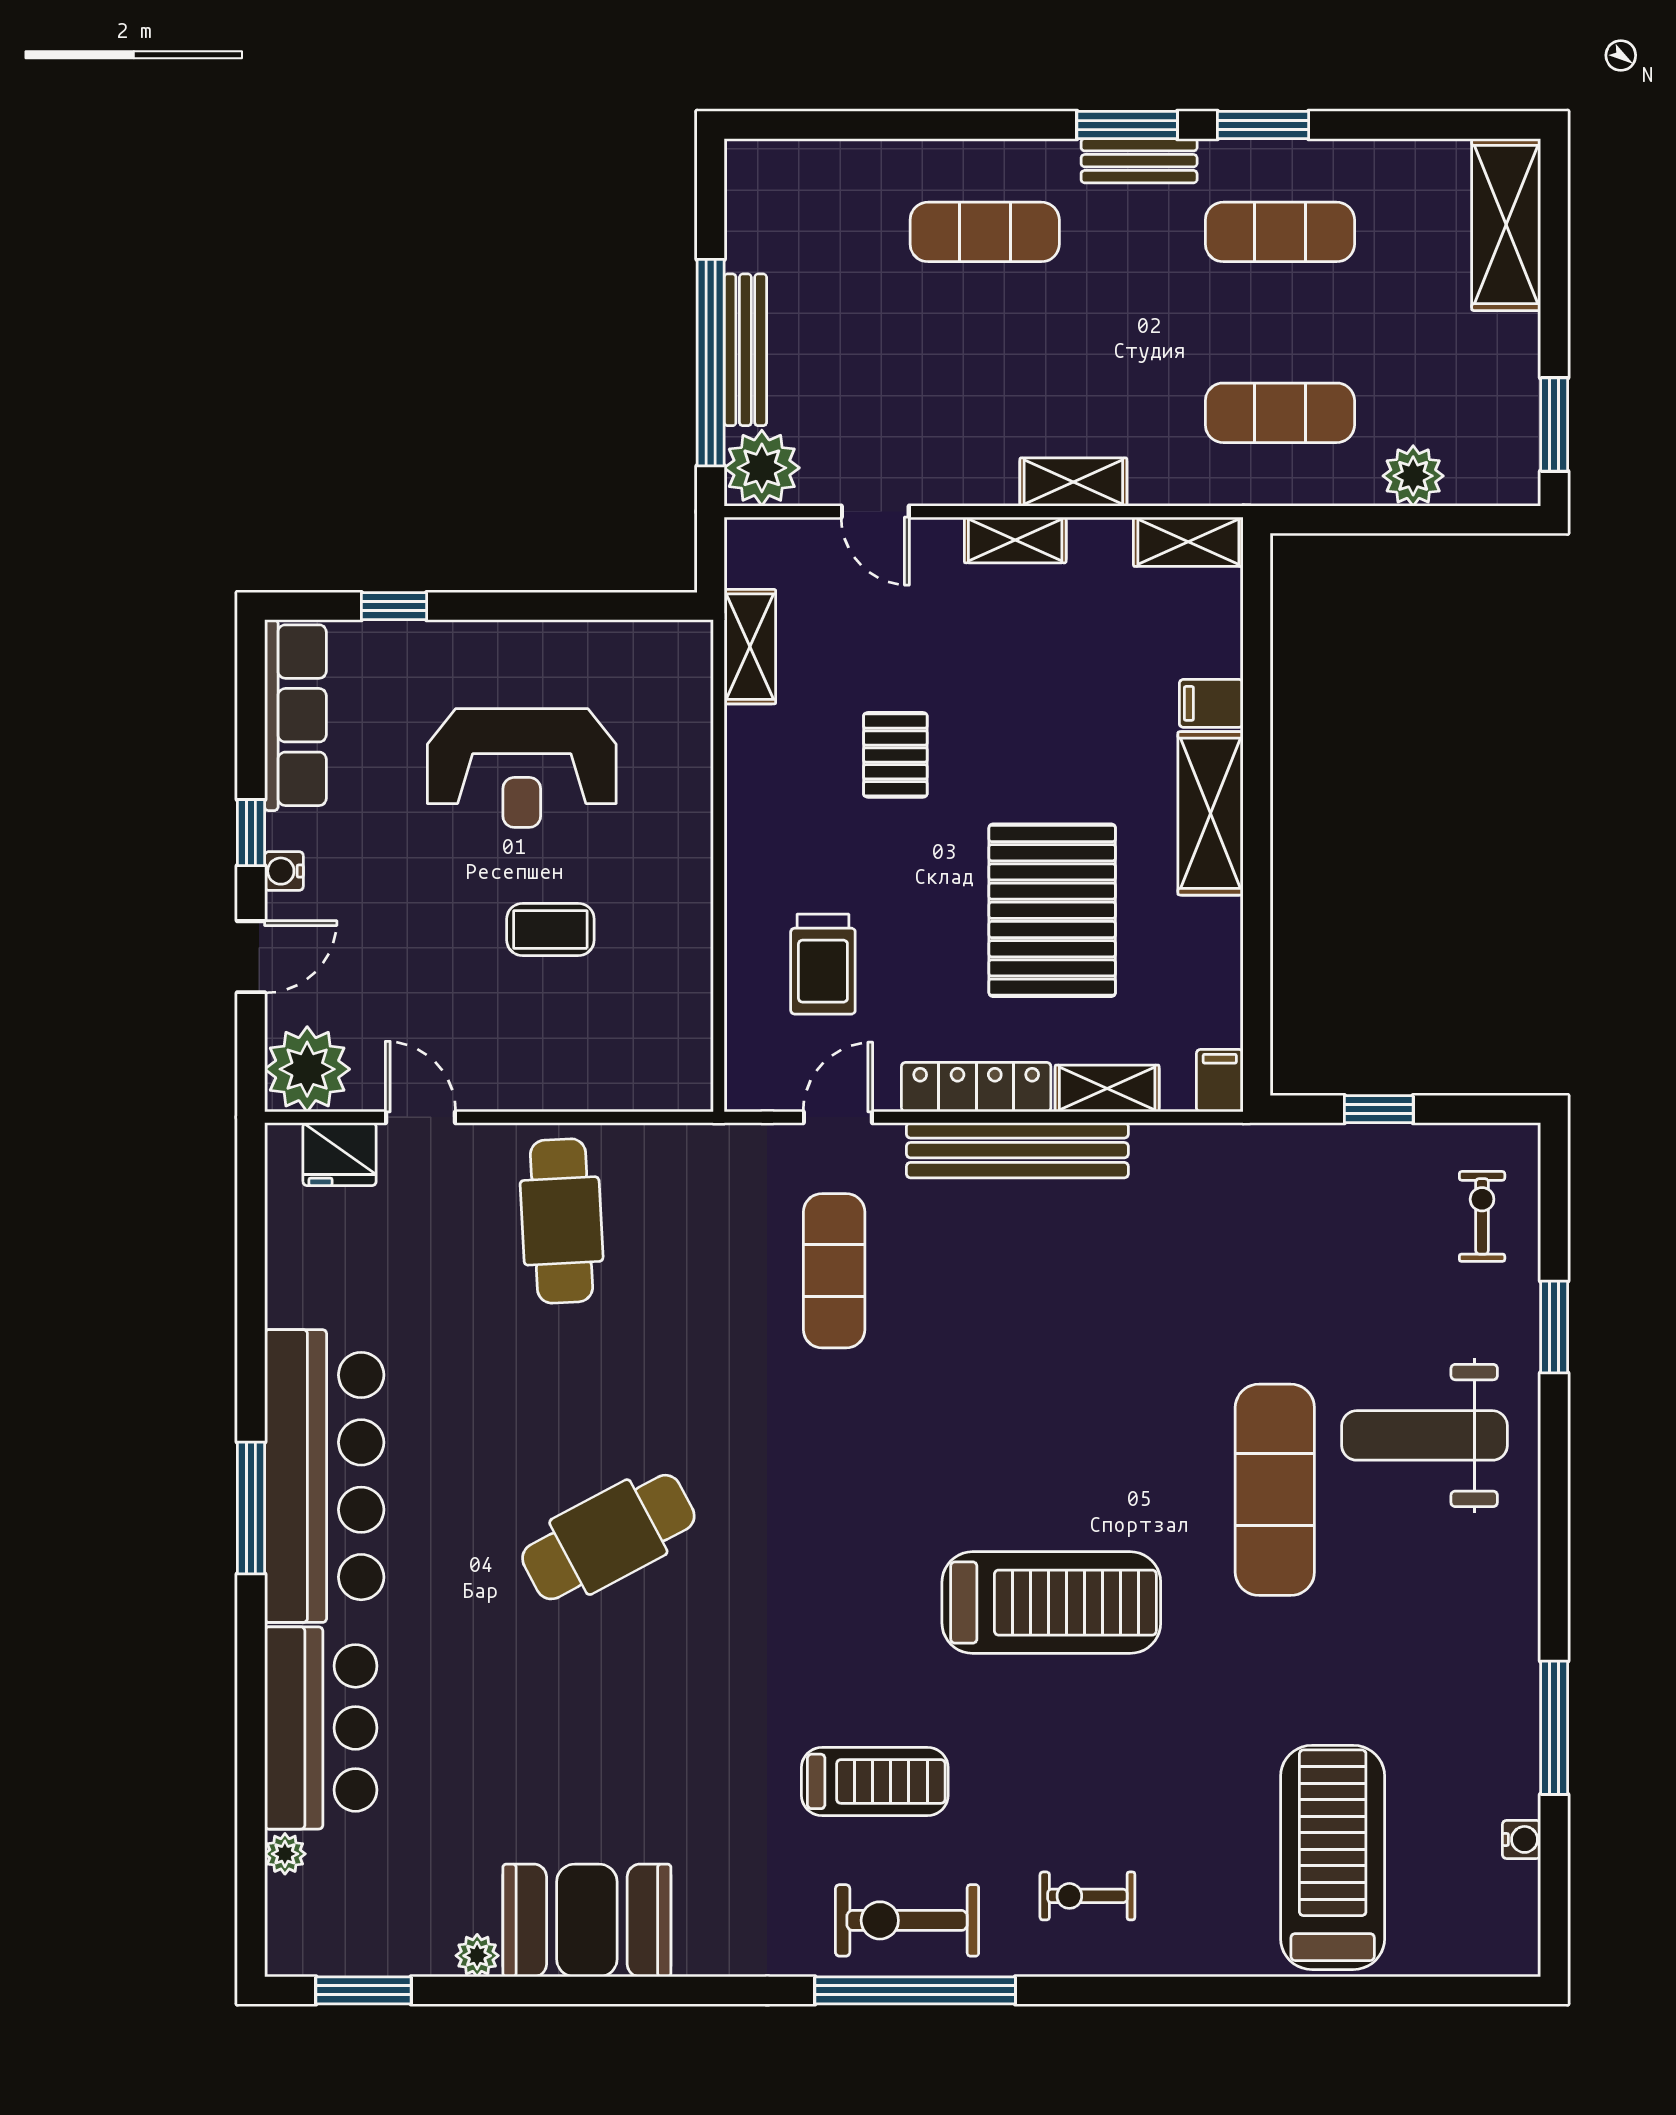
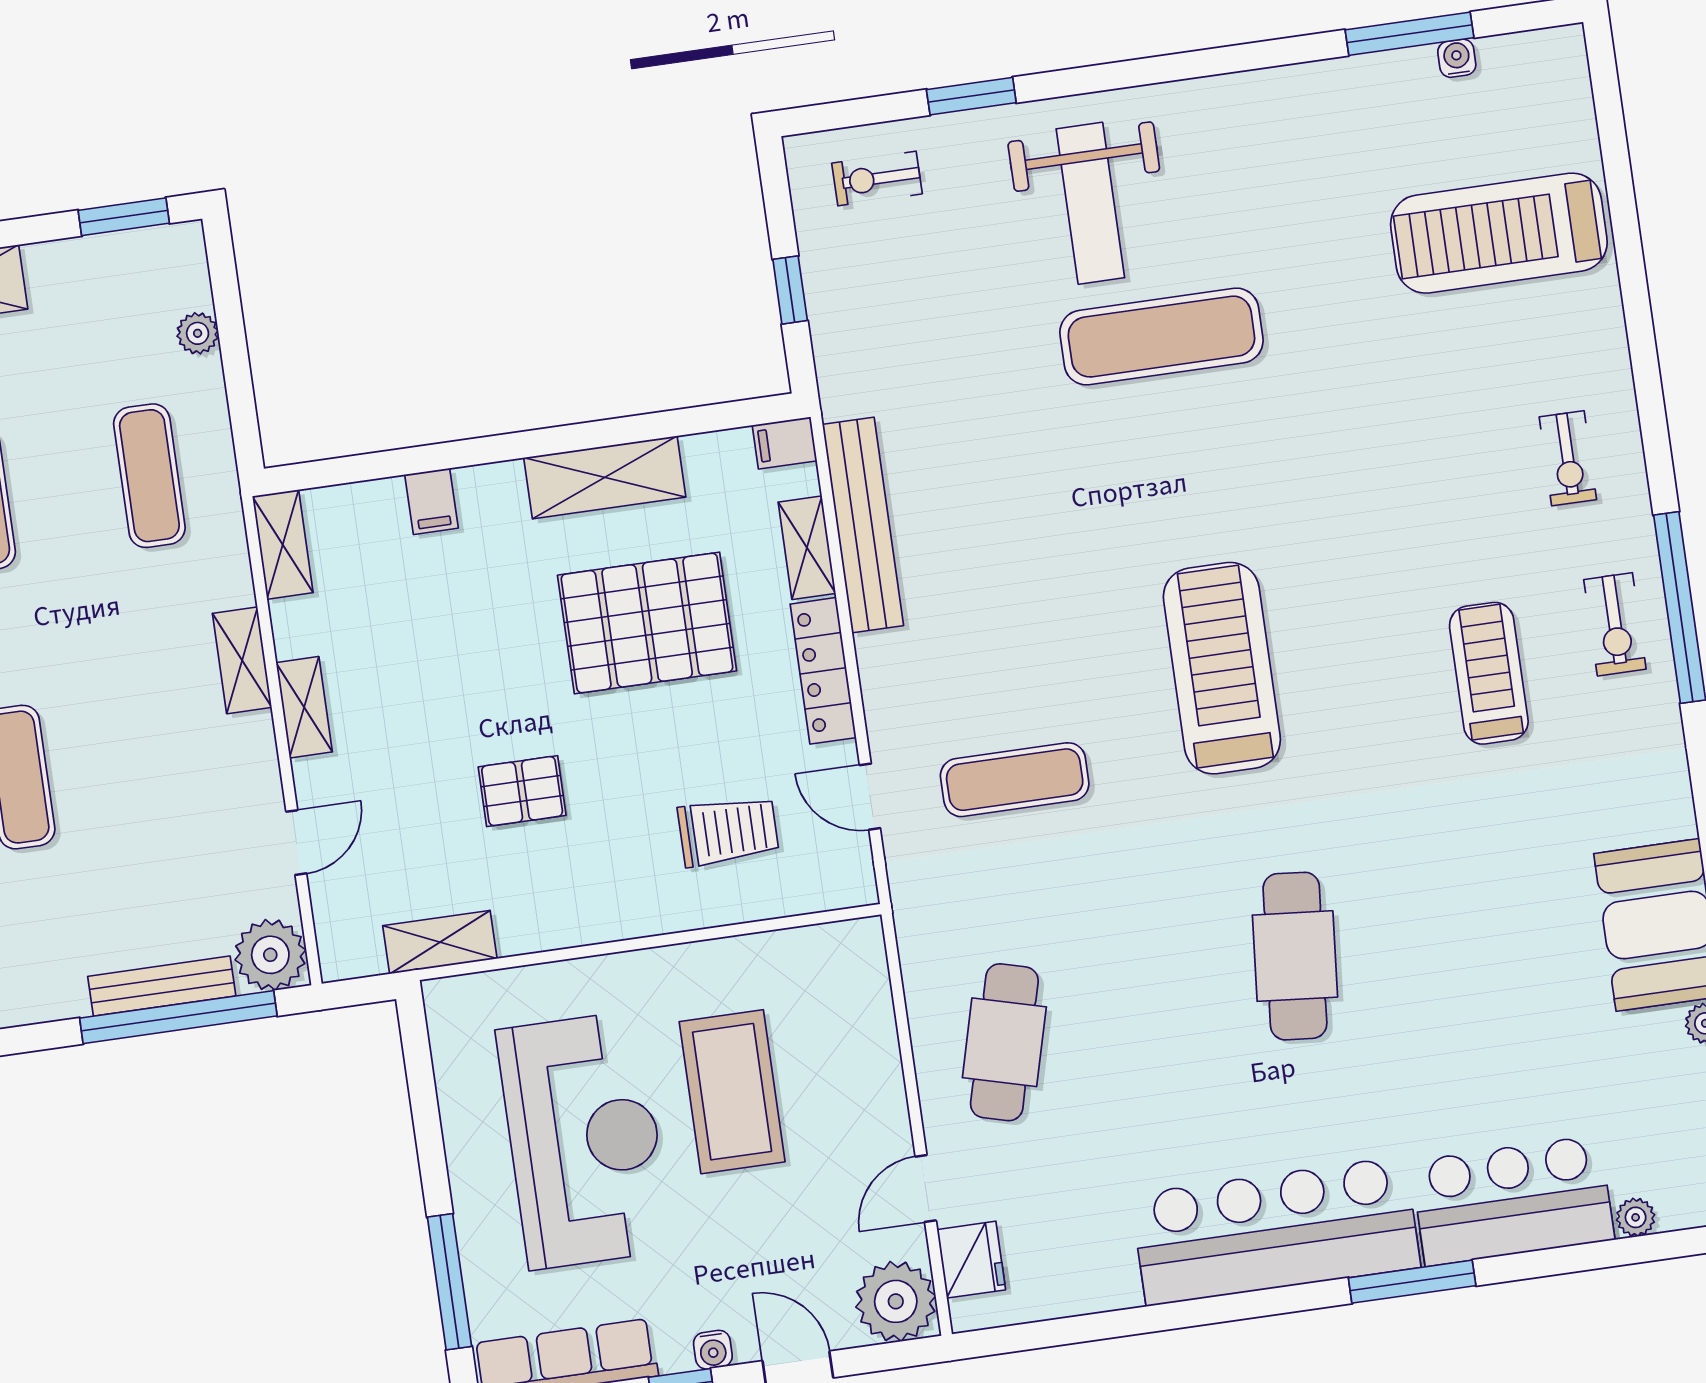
plant: (1413, 476) -> (198, 333), width x0.73, depth x0.73
window: (394, 606) -> (449, 1282), width x2.17
reception desk: (522, 768) -> (584, 1140), width x1.36, depth x1.30
shelving: (1210, 813) -> (605, 477), moved
coffee table: (550, 929) -> (732, 1092), width x1.86, depth x1.72
bench: (1017, 1150) -> (863, 525), moved
cafe table: (562, 1221) -> (1004, 1042), turned -72
window: (251, 1508) -> (1412, 1282), moved
cafe table: (608, 1537) -> (1295, 956), turned 33
treadmill: (1051, 1603) -> (1222, 668), moved
window: (1554, 1728) -> (1409, 34), moved
exercise bike: (907, 1920) -> (1615, 624), width x0.73, depth x0.72

